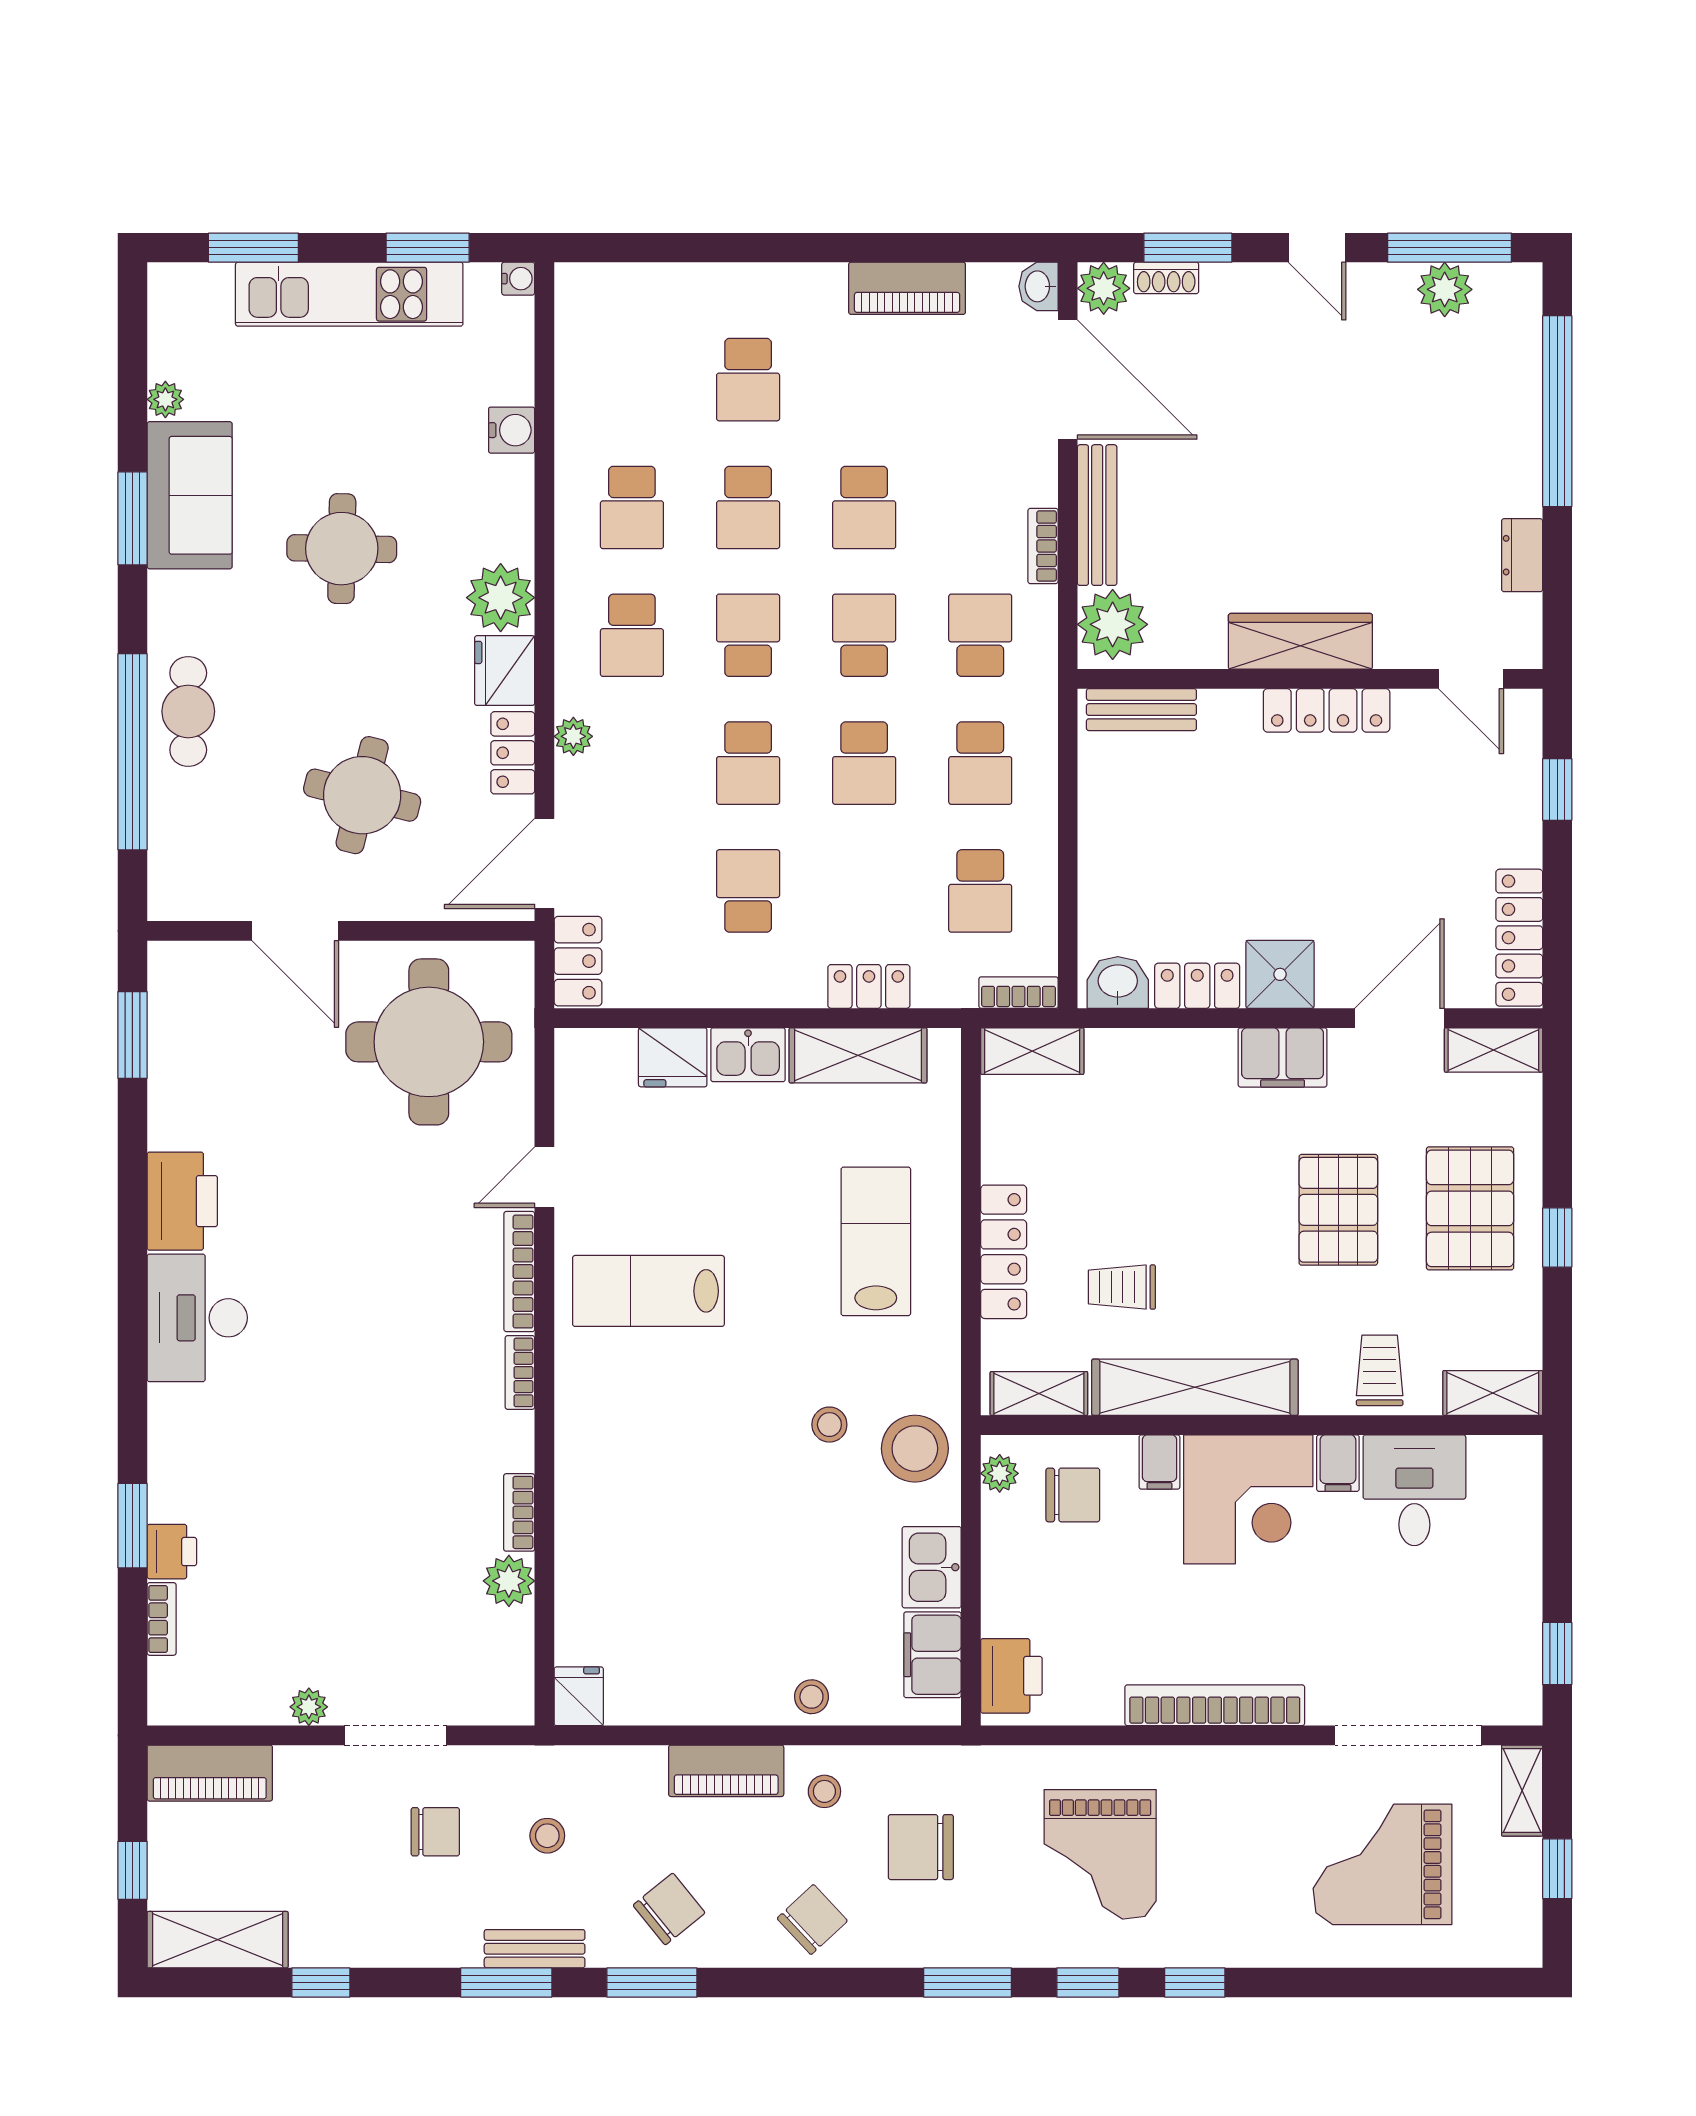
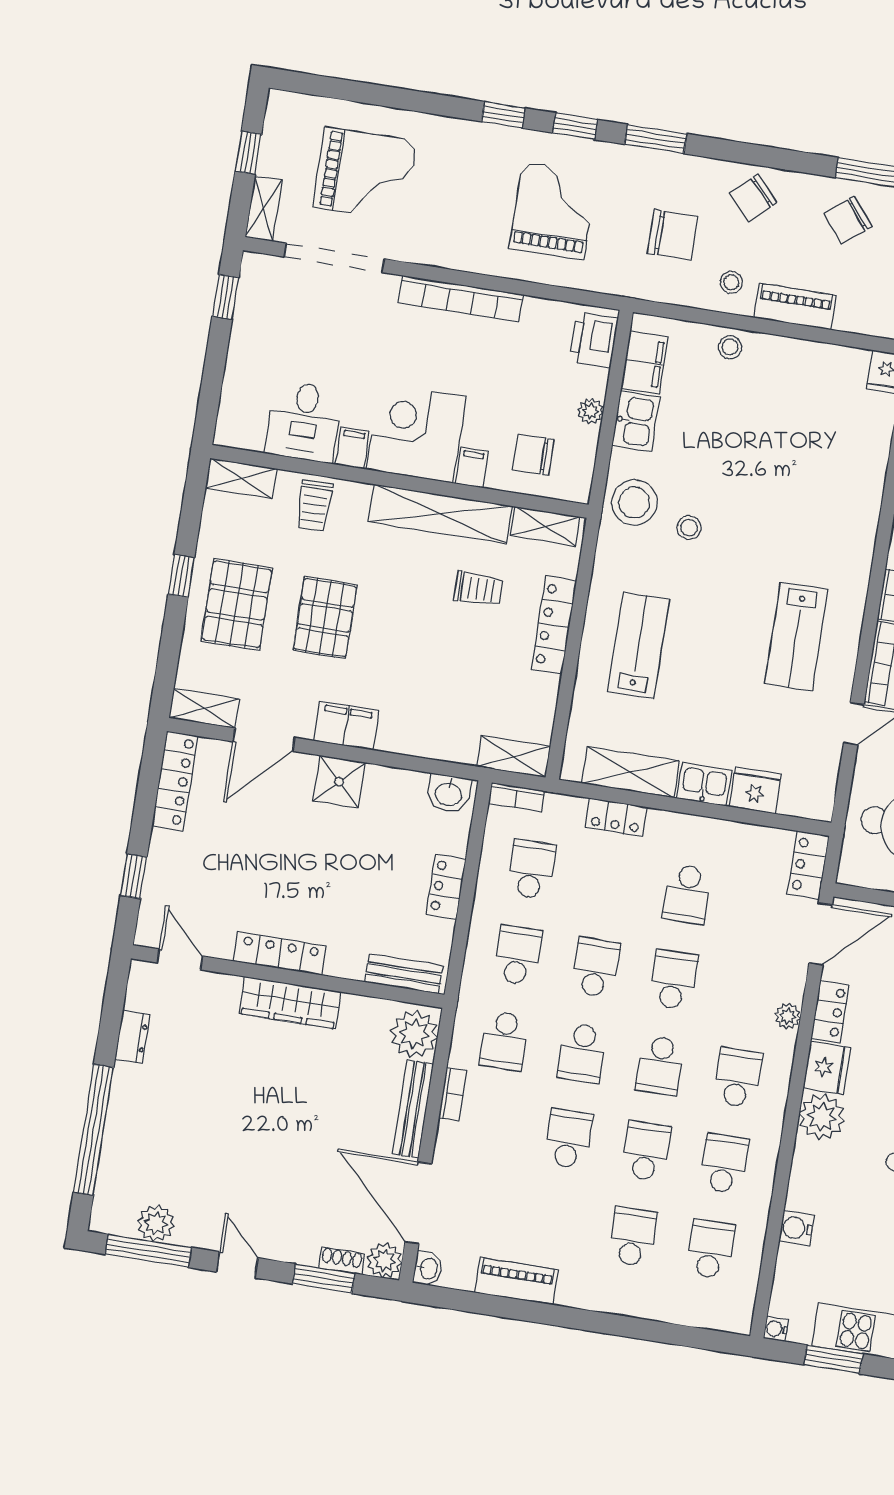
school desk: (632, 380) -> (710, 1249), added
locker: (1197, 986) -> (446, 887), moved, turned 90
lab bench: (876, 1241) -> (638, 646), turned 180
lab bench: (648, 1291) -> (796, 636), turned 90
plant: (1000, 1473) -> (591, 411), moved

